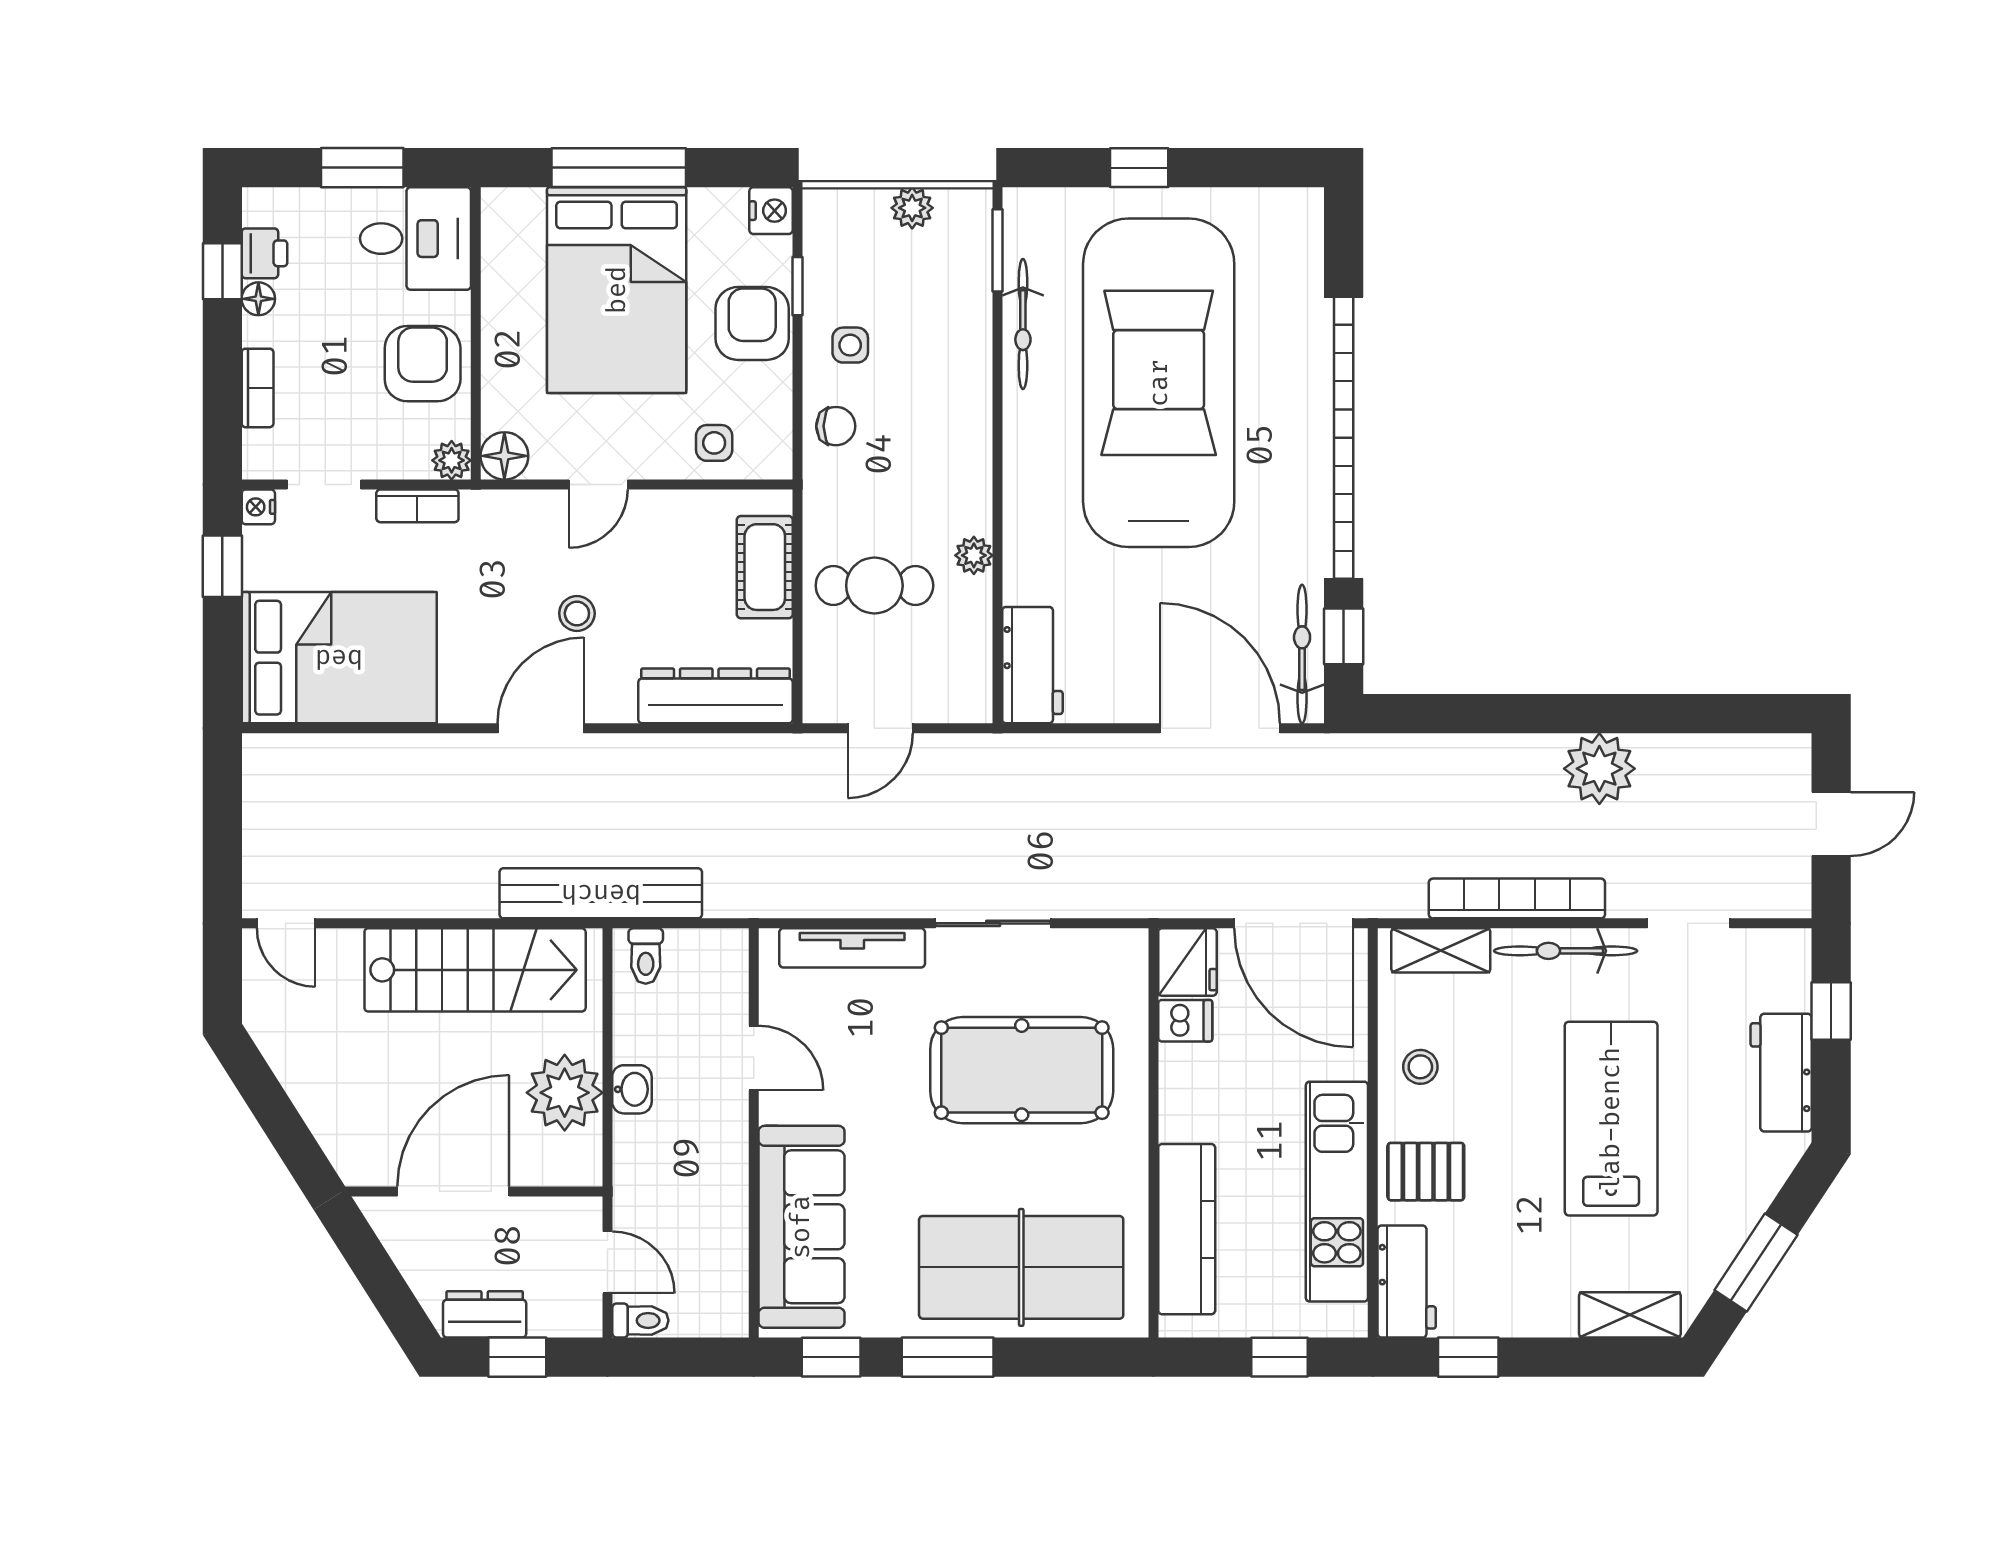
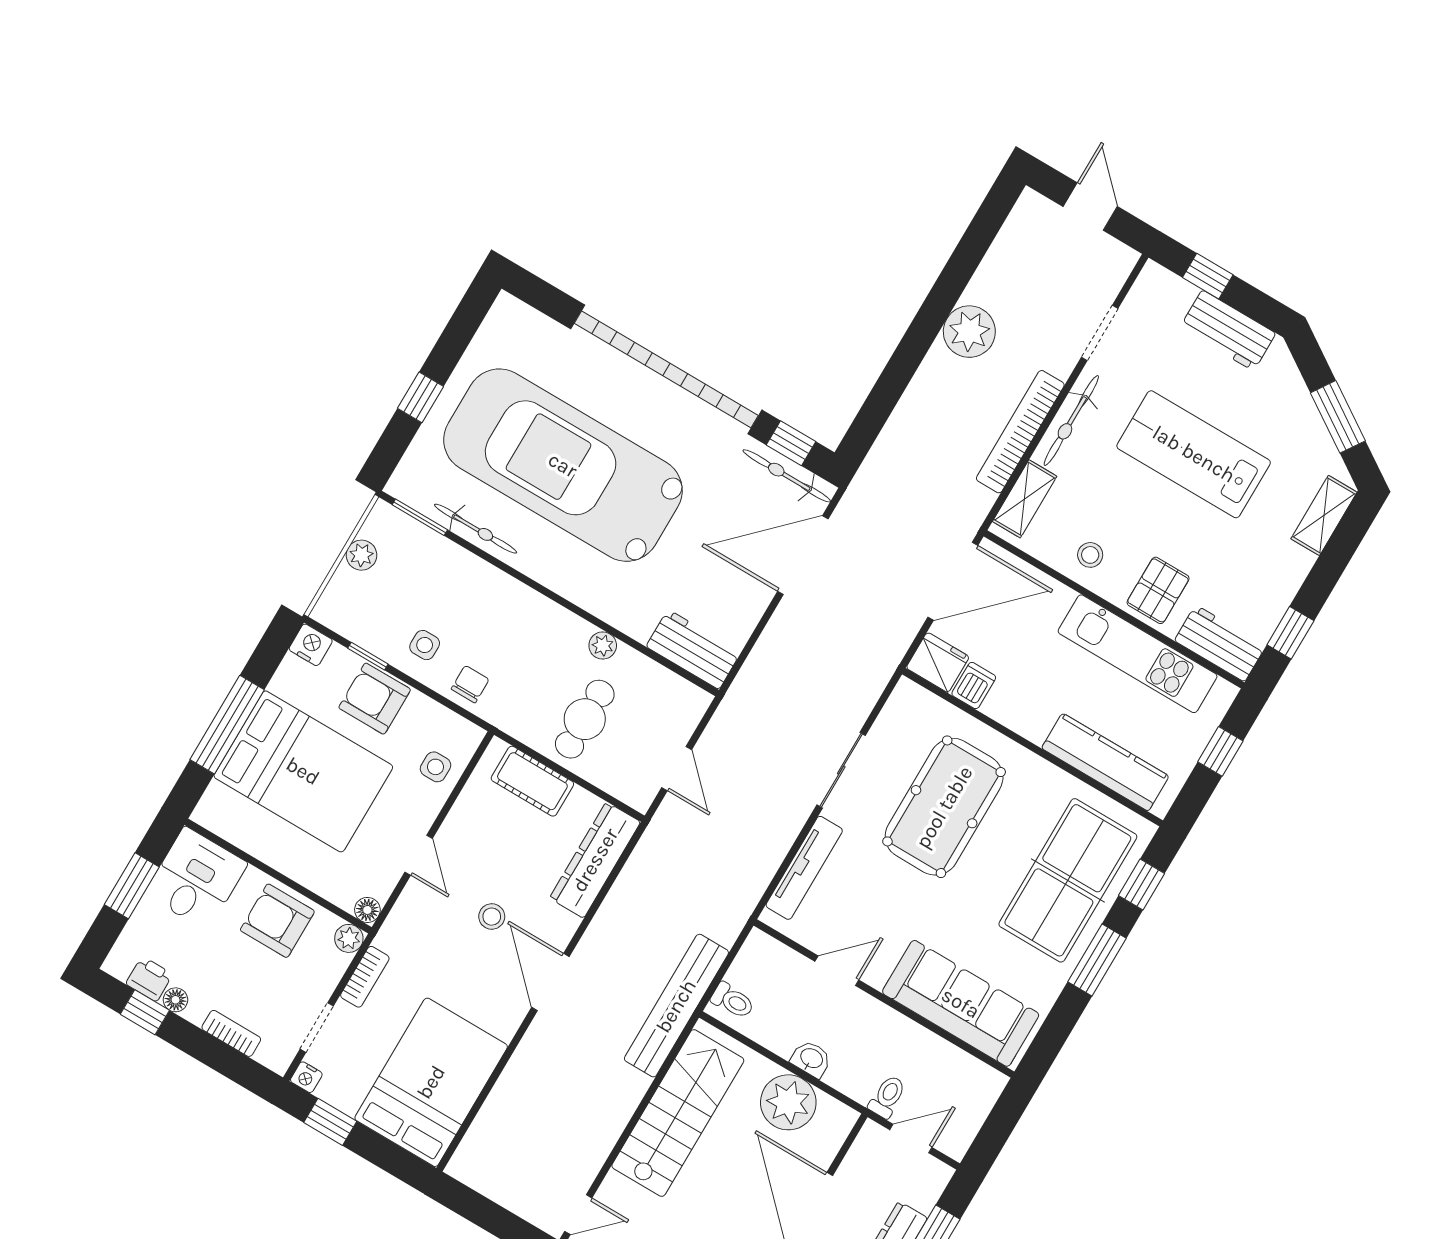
floor lamp: (504, 456) -> (367, 910), width x0.73, depth x0.73
toilet: (640, 1320) -> (887, 1097), moved
window: (831, 1357) -> (1142, 885), moved

